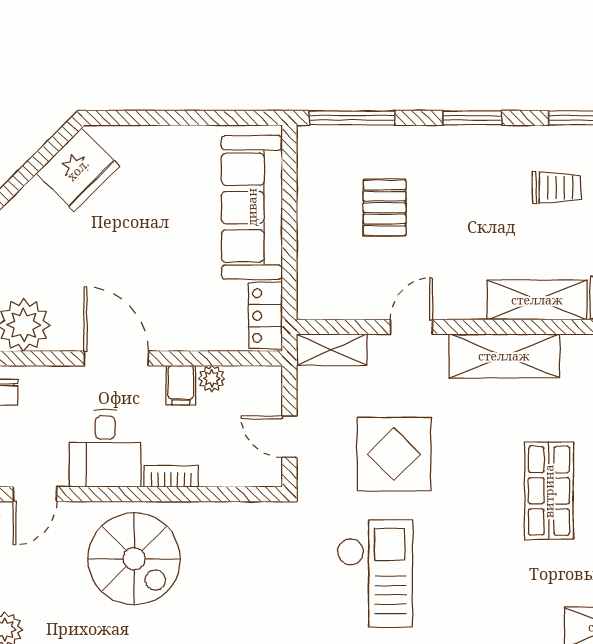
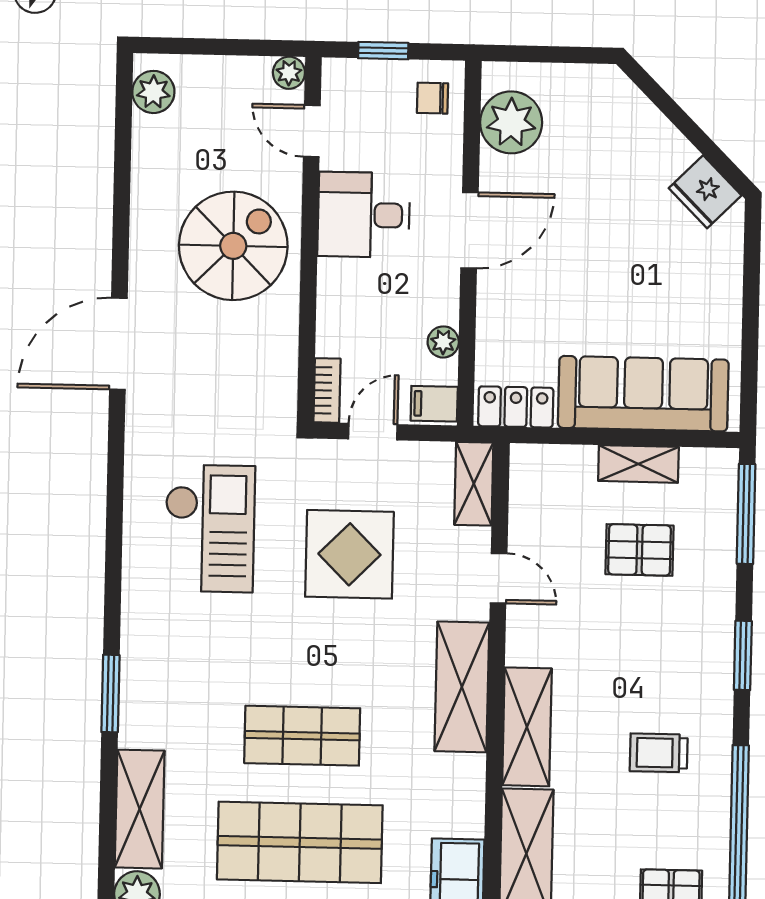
fridge: (78, 170) -> (705, 192), width x0.73, depth x0.75
trolley: (557, 188) -> (659, 753), turned 90
shelving: (312, 210) -> (638, 464), added
filing cabinet: (181, 385) -> (434, 404), moved
bookcase: (171, 476) -> (327, 390), moved
spiral stairs: (134, 559) -> (233, 246), turned 180
checkout: (375, 573) -> (210, 528), turned -90

